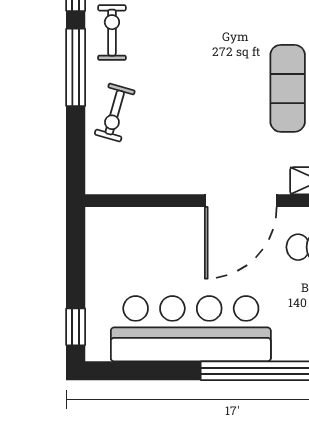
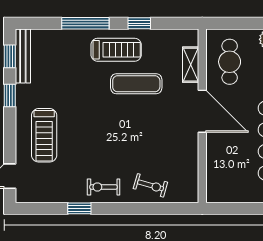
window: (76, 67) -> (124, 208), removed

